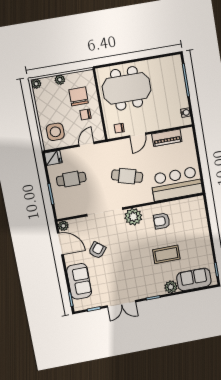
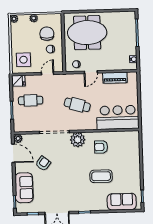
plant: (171, 287) -> (101, 205), removed

